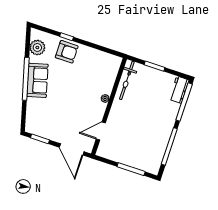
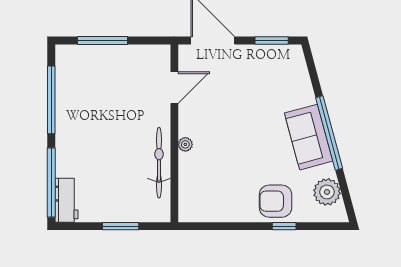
bicycle: (127, 80) -> (159, 163), moved

